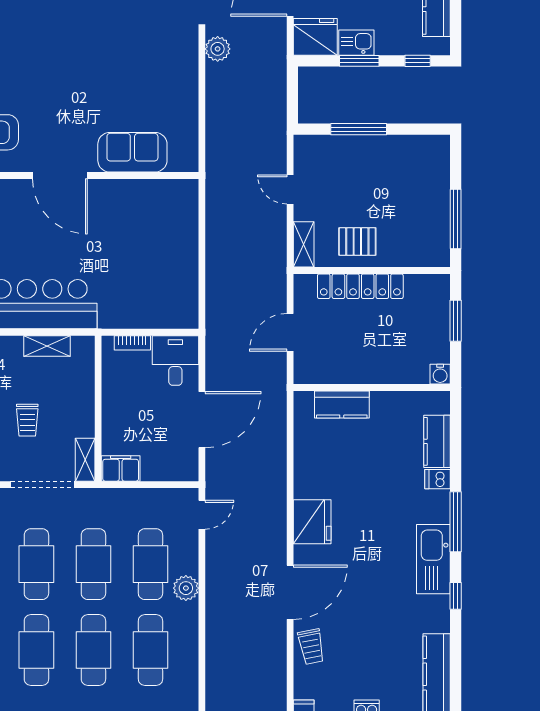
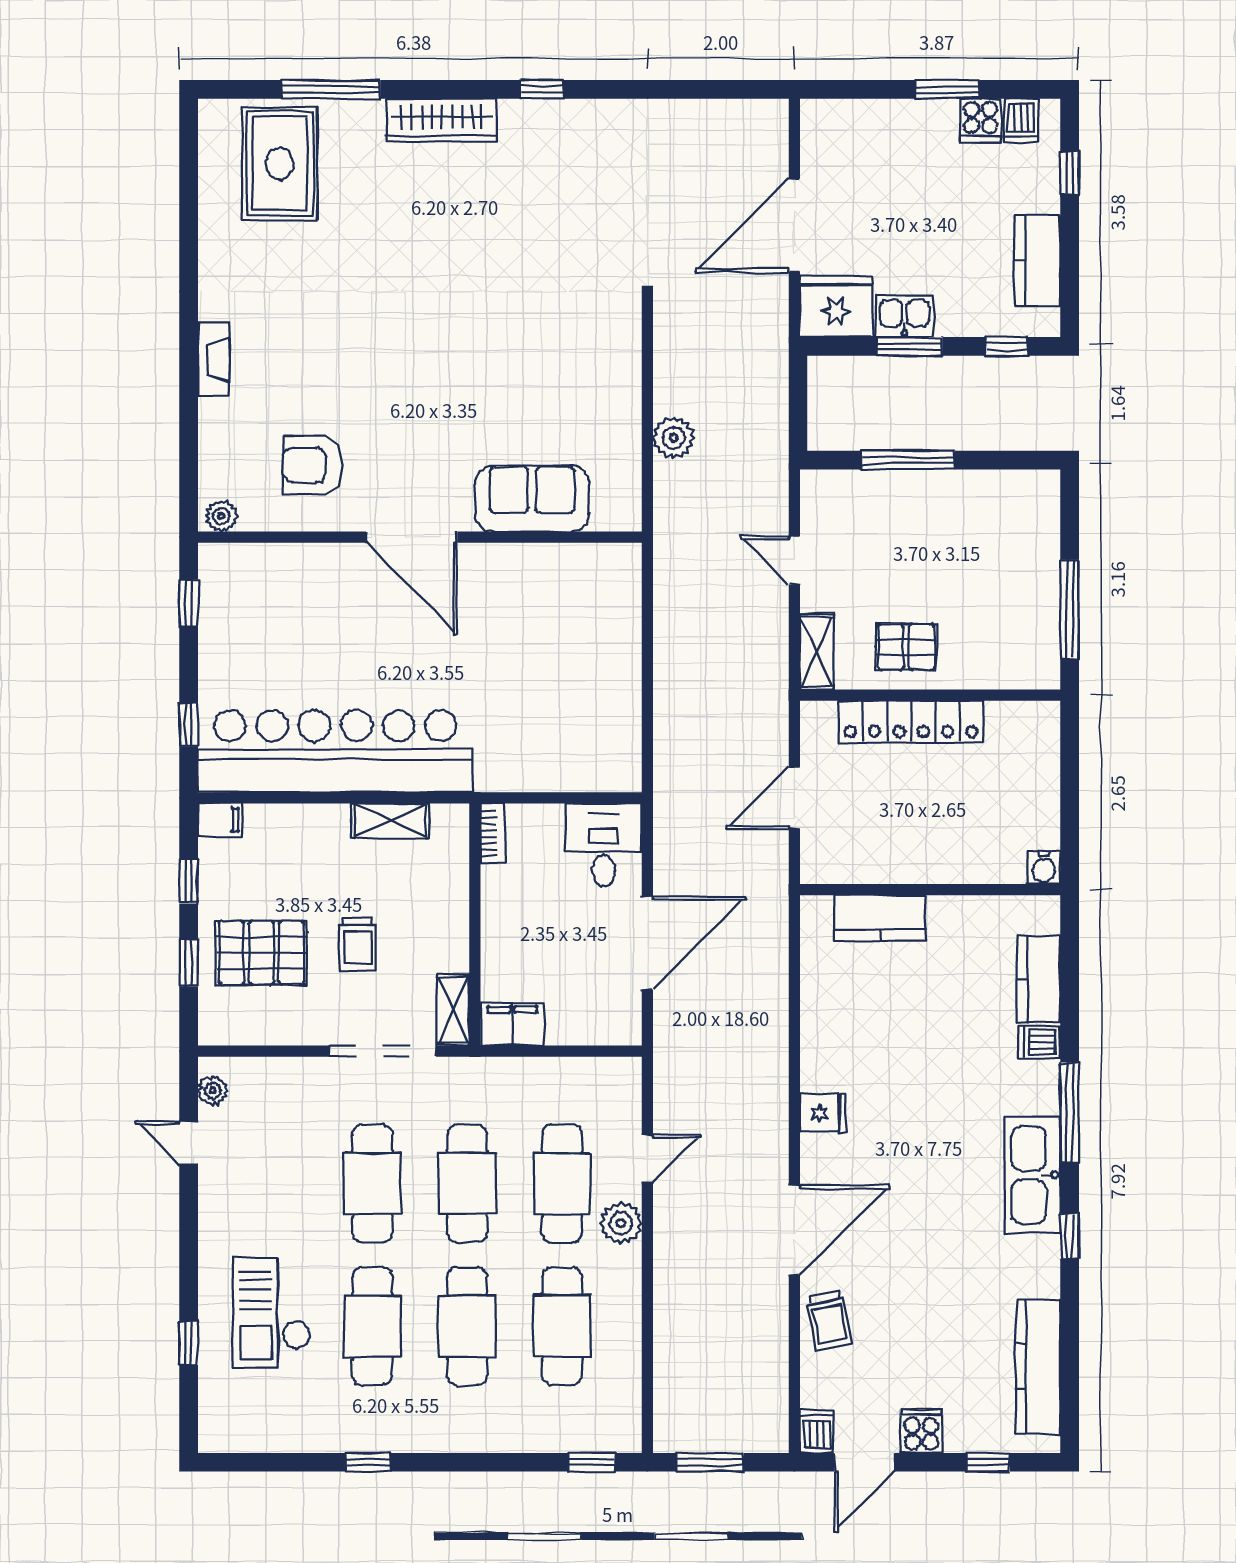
plant: (218, 49) -> (674, 438), moved
window: (456, 321) -> (1070, 779), removed
bookcase: (132, 343) -> (492, 833), moved, turned -90
door: (202, 515) -> (647, 1159), moved
fridge: (312, 522) -> (823, 1113), width x0.53, depth x0.75

